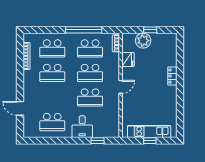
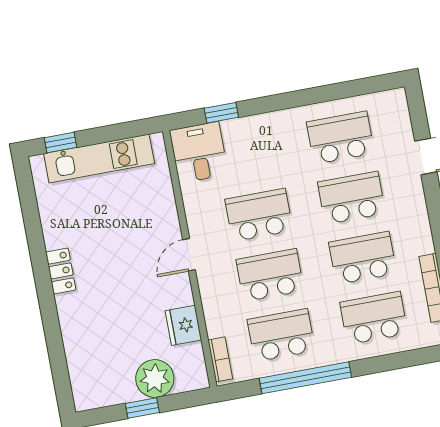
locker: (172, 76) -> (61, 271), moved
school desk: (52, 97) -> (352, 198), added
desk: (82, 127) -> (199, 152), moved
window: (150, 141) -> (60, 143), moved

